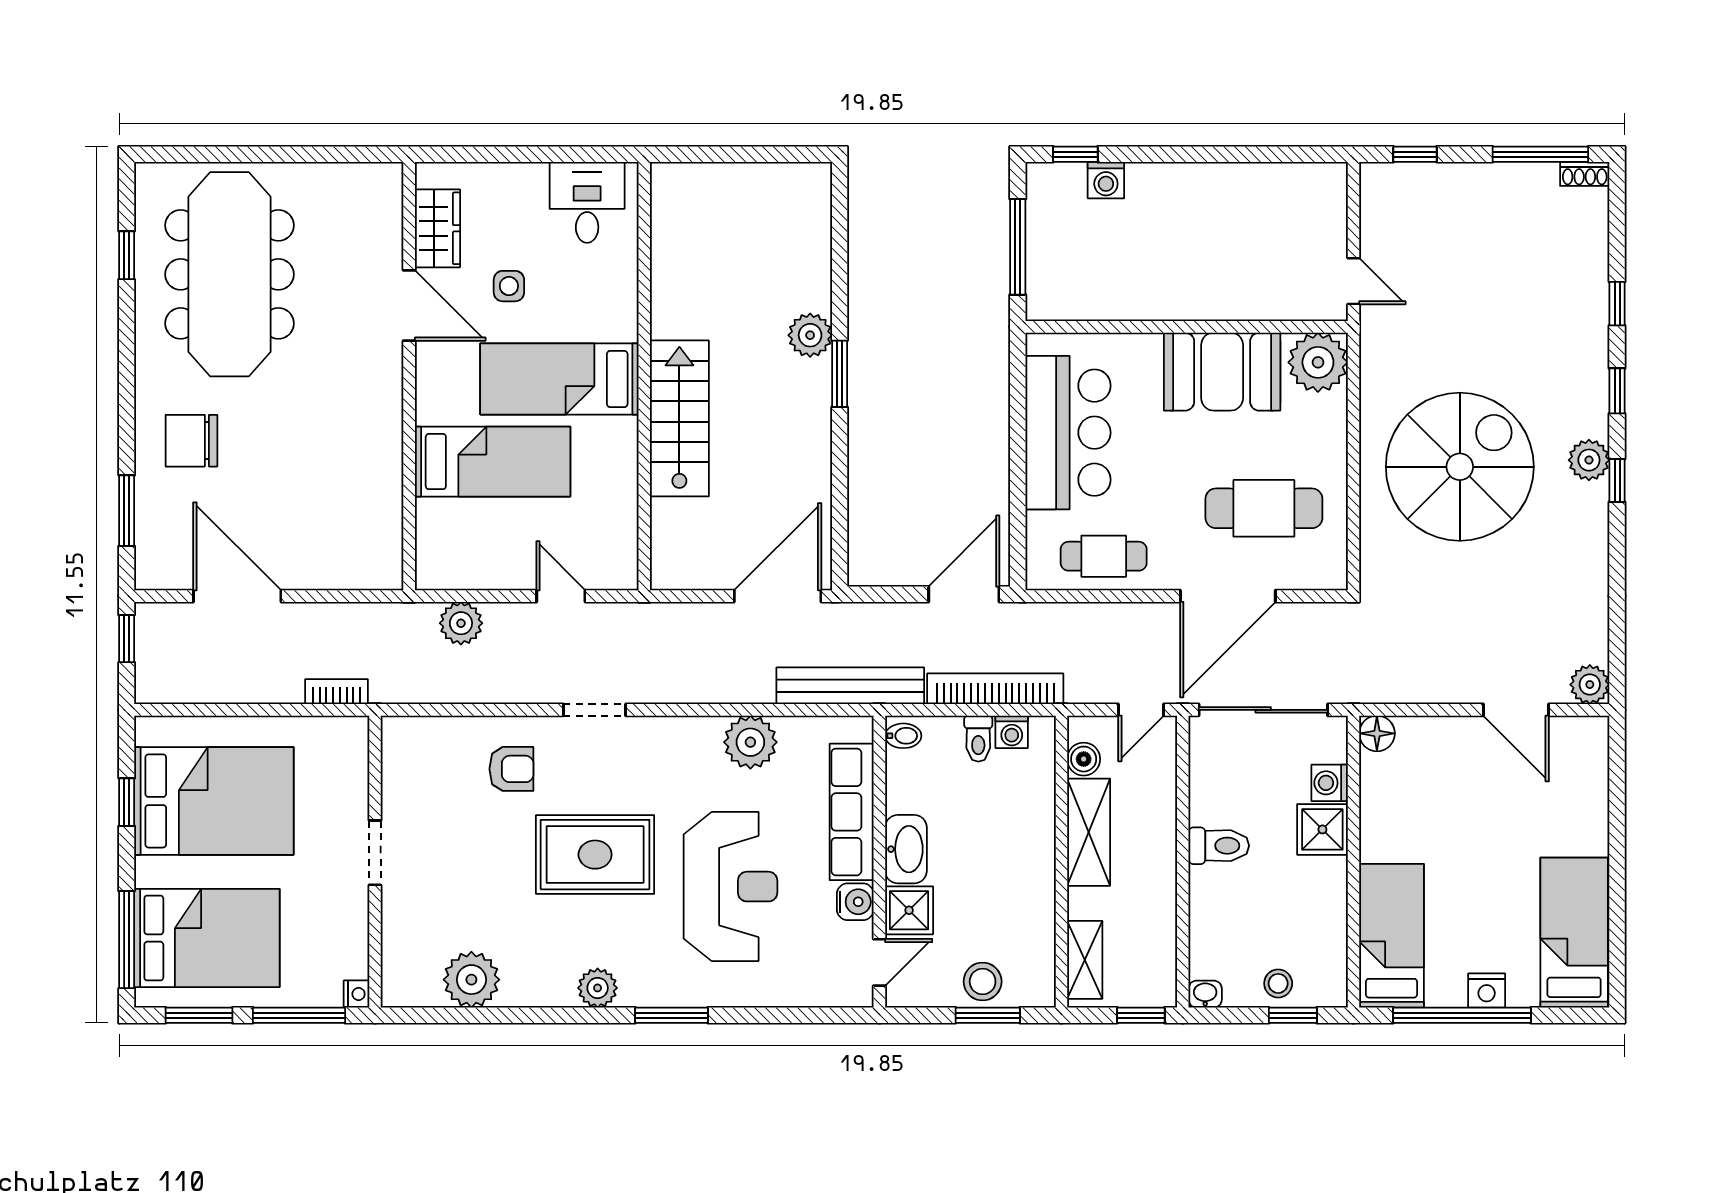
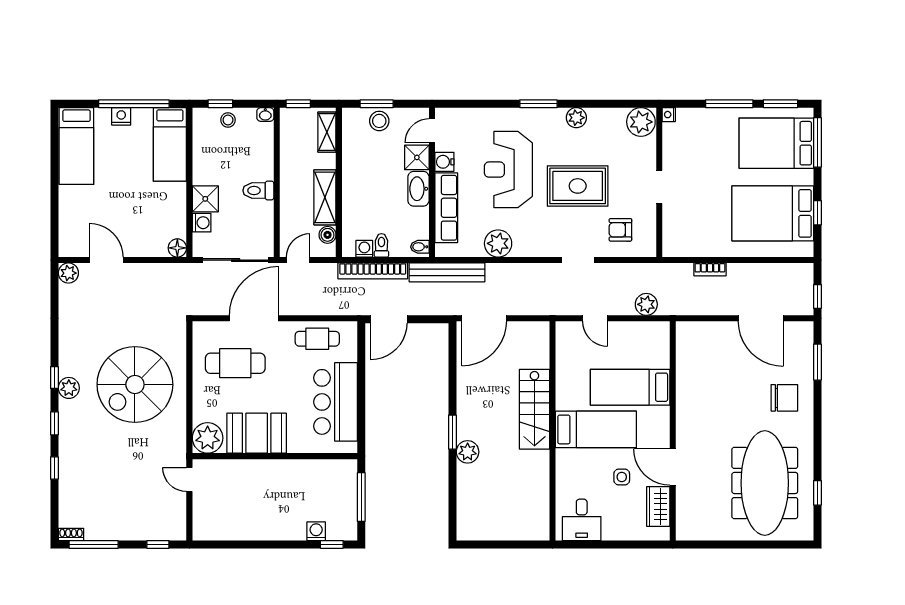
doorway: (375, 853) -> (659, 187), moved
wall: (375, 862) -> (659, 182), moved
nightstand: (357, 994) -> (669, 115), moved

